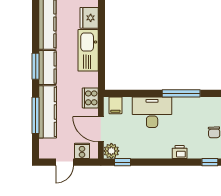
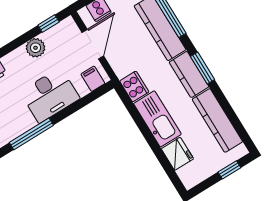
cooker: (90, 98) -> (134, 86), moved
door: (101, 129) -> (93, 44), hinge flipped
plant: (111, 151) -> (36, 48), moved

